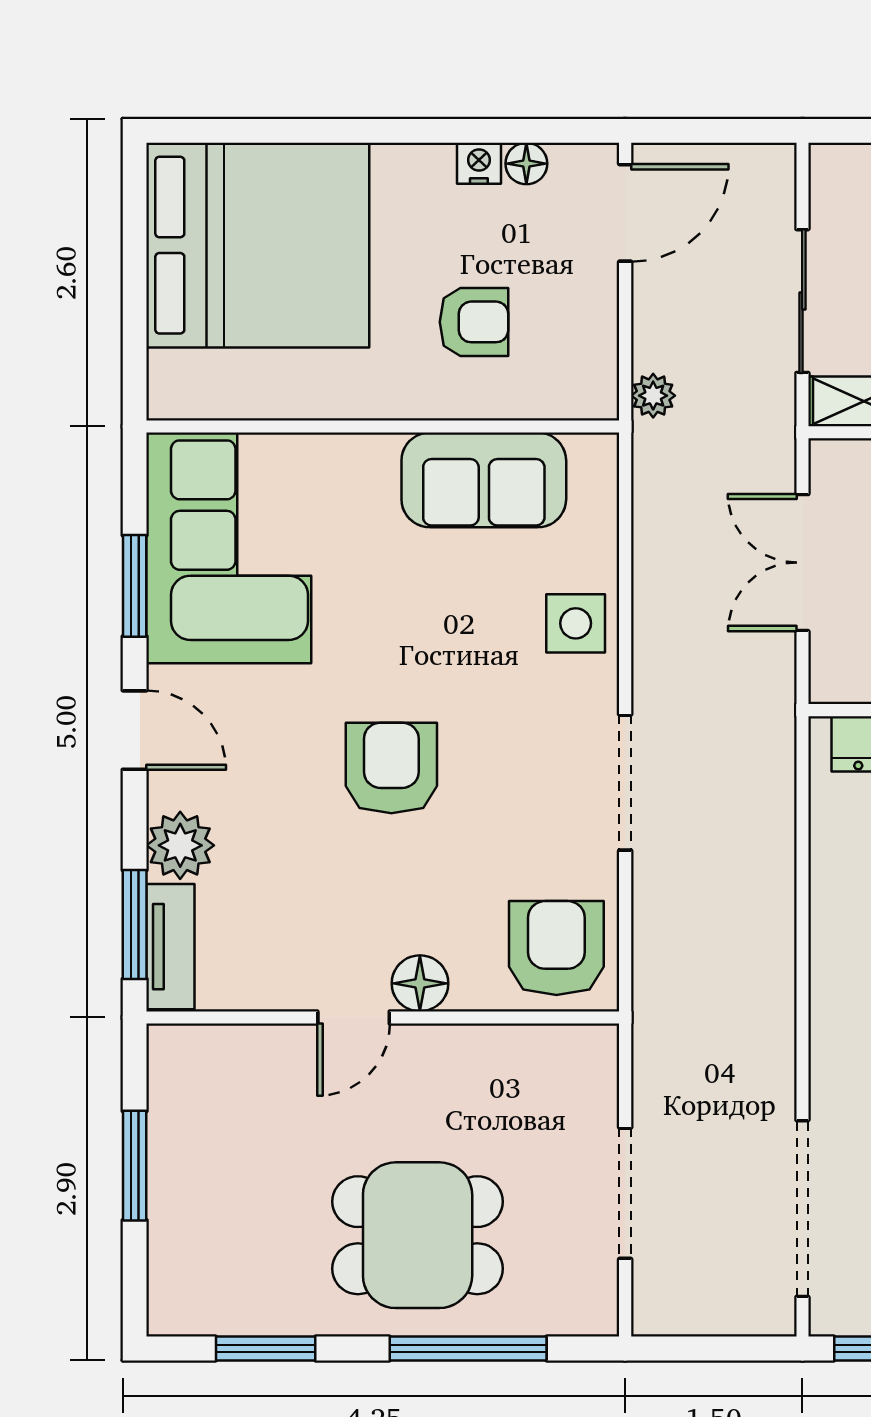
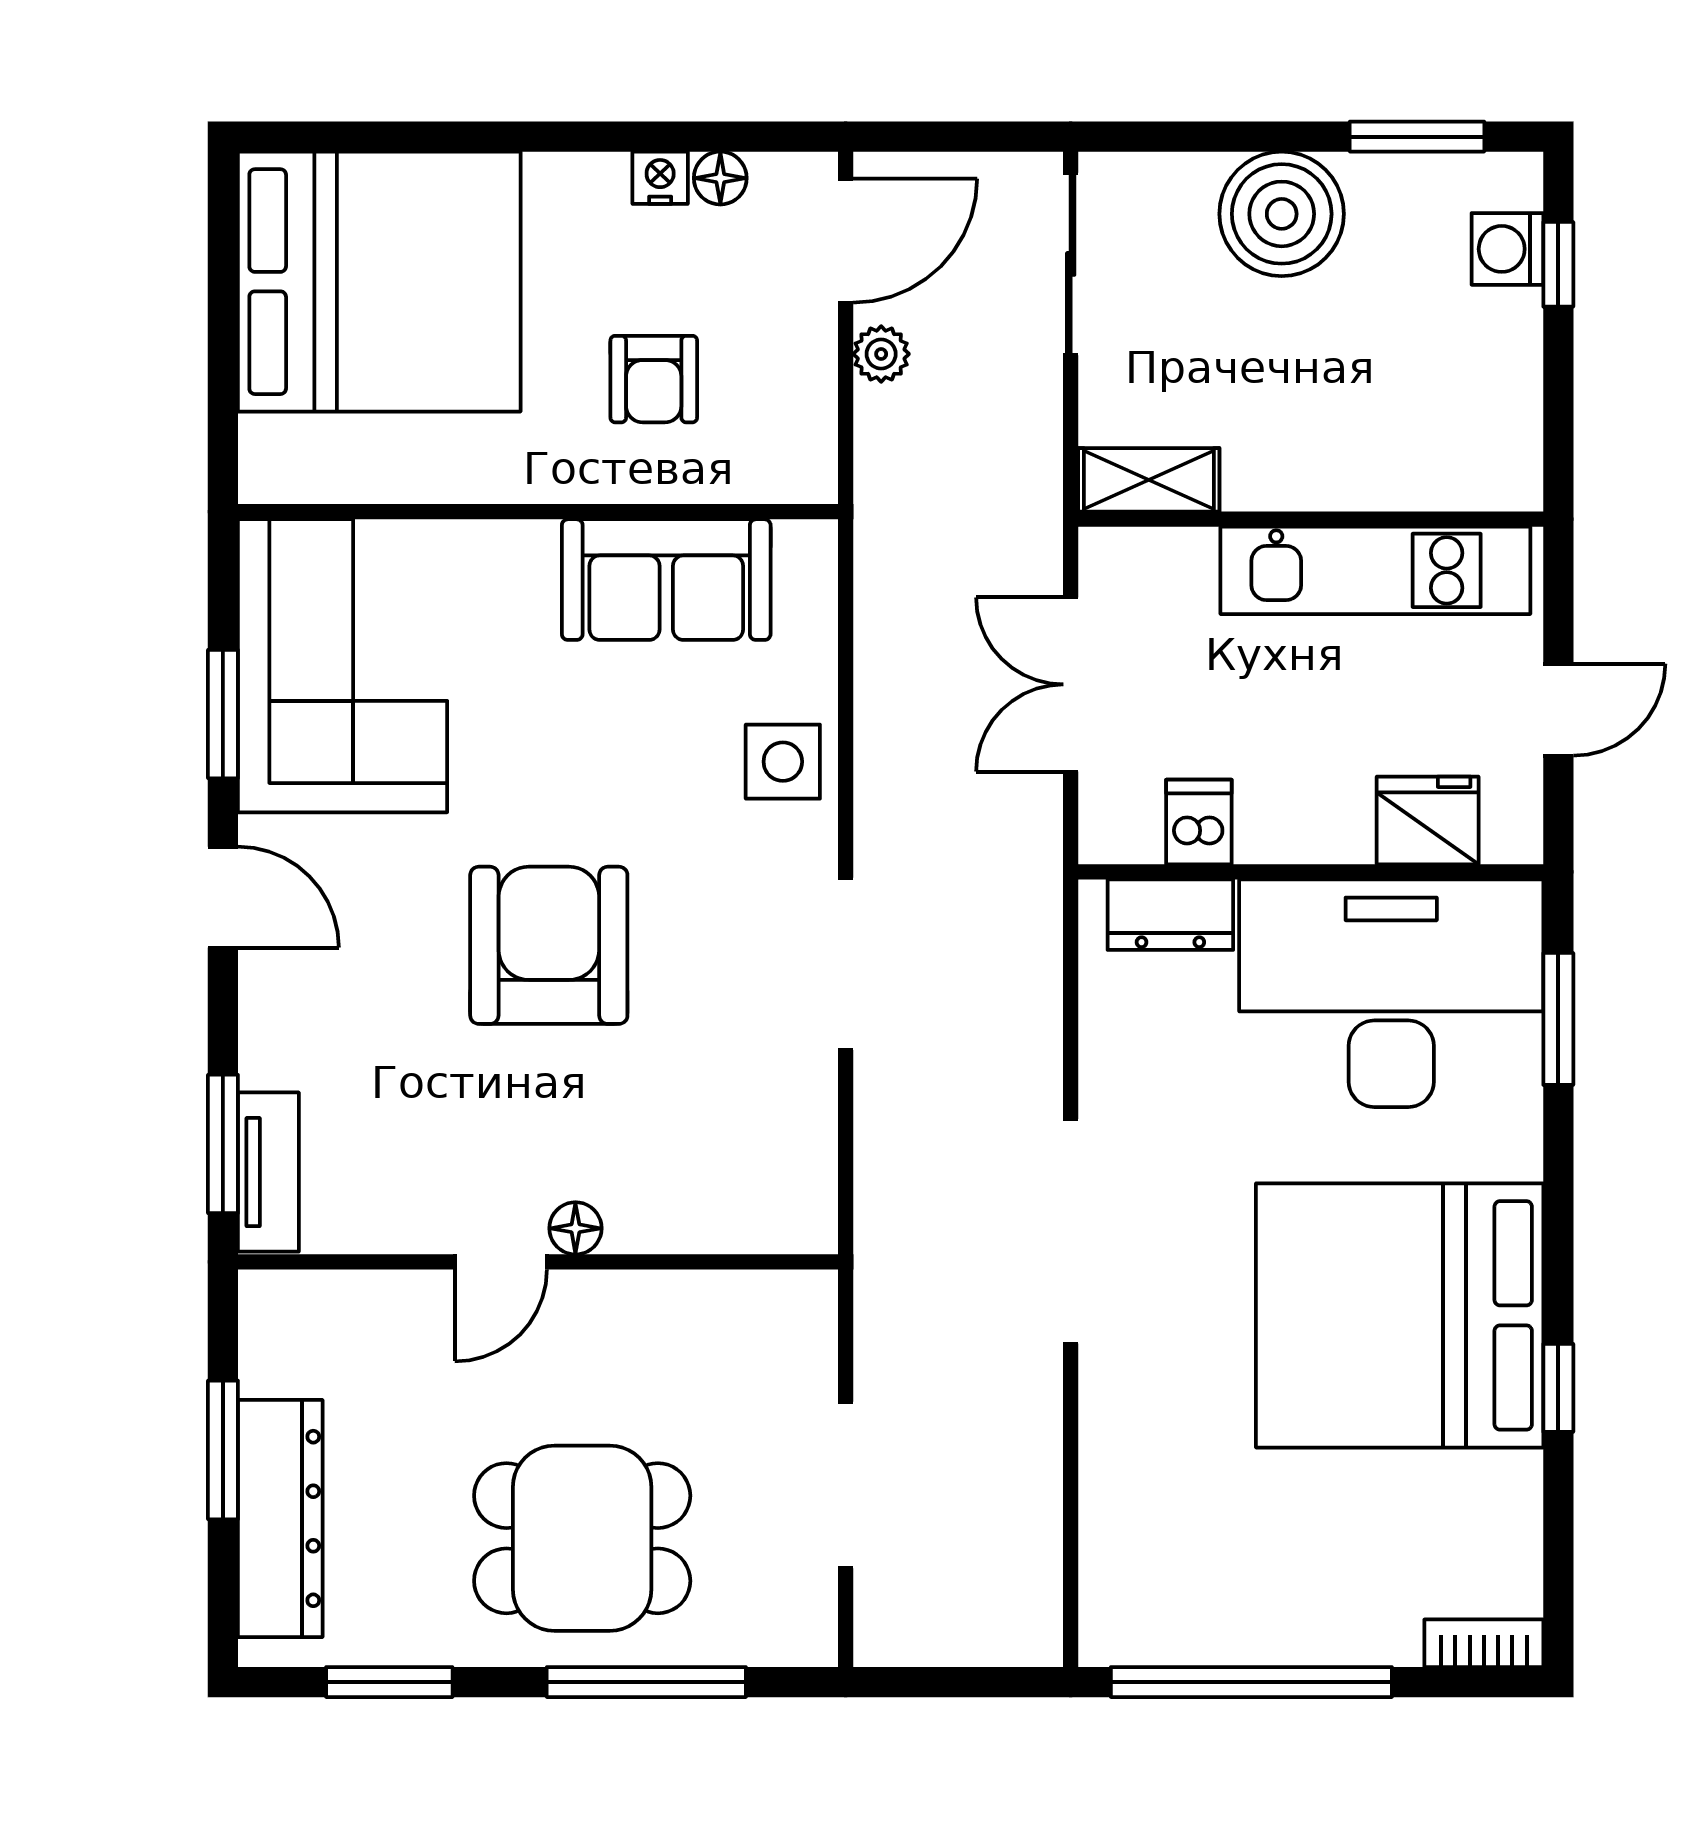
sliding door: (802, 301) -> (1071, 264), moved
armchair: (474, 322) -> (654, 379), turned 90
plant: (653, 396) -> (881, 354), moved
armchair: (391, 768) -> (549, 945), width x1.36, depth x1.36
plant: (180, 845) -> (281, 1043), removed
armchair: (556, 948) -> (758, 1174), removed
floor lamp: (420, 983) -> (575, 1228), width x0.73, depth x0.73
doorway: (802, 1209) -> (1071, 1231), moved
dresser: (180, 1220) -> (280, 1518), added

